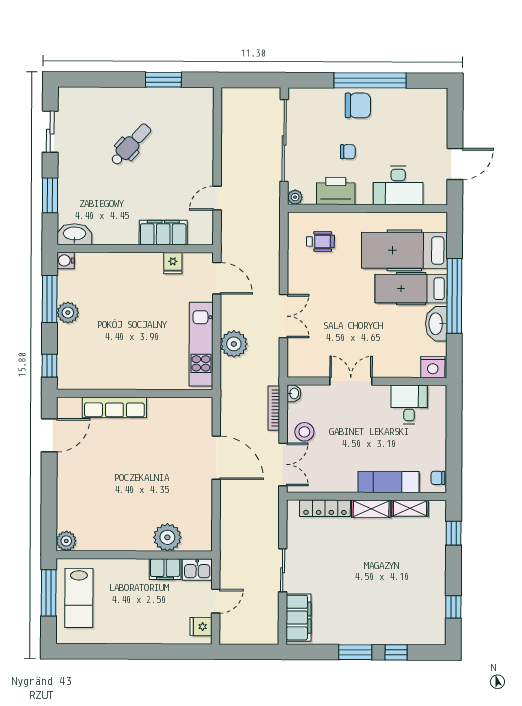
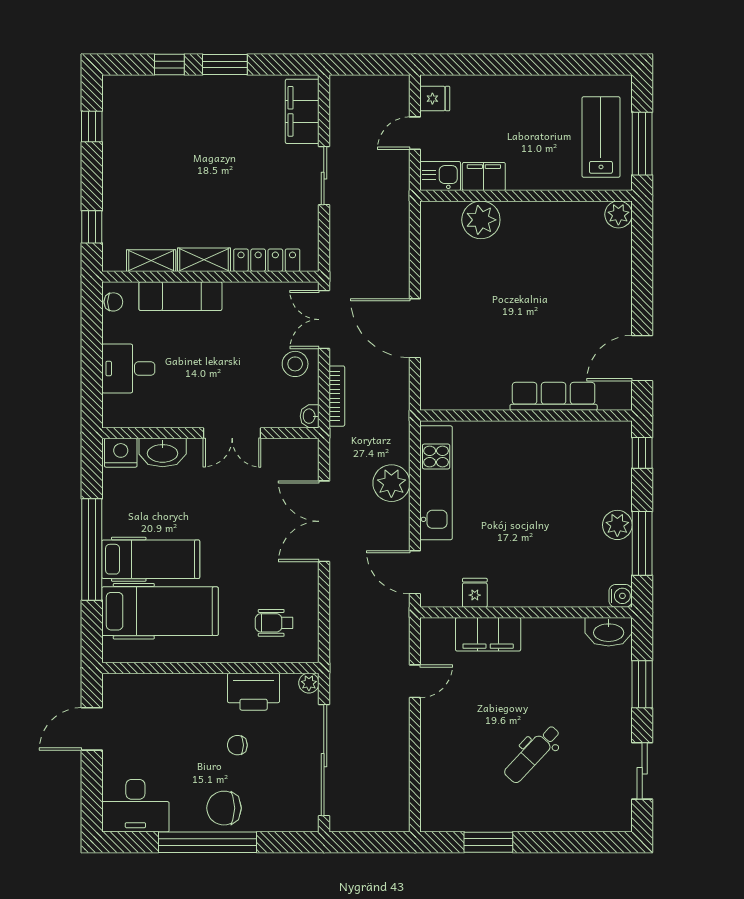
desk: (398, 185) -> (135, 806), moved, turned 180
double door: (284, 316) -> (324, 521), width x1.37
washbasin: (436, 324) -> (163, 453), moved, turned 90
desk: (409, 404) -> (128, 368), moved, turned 90

